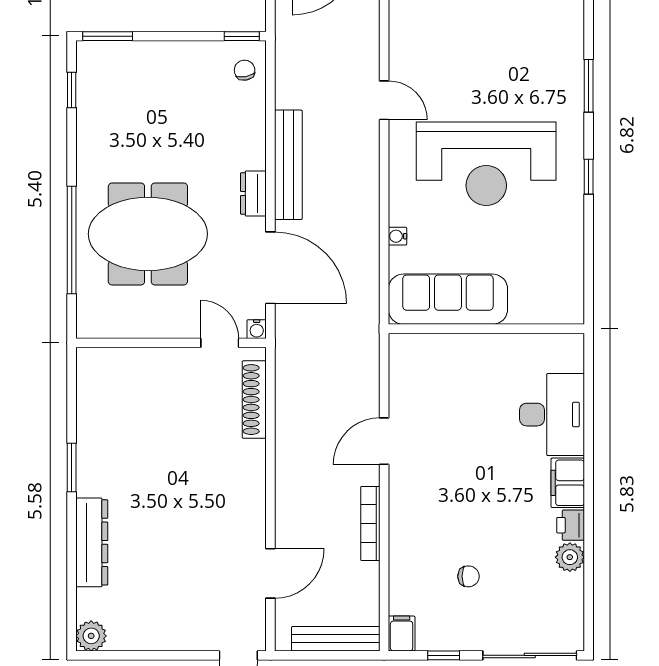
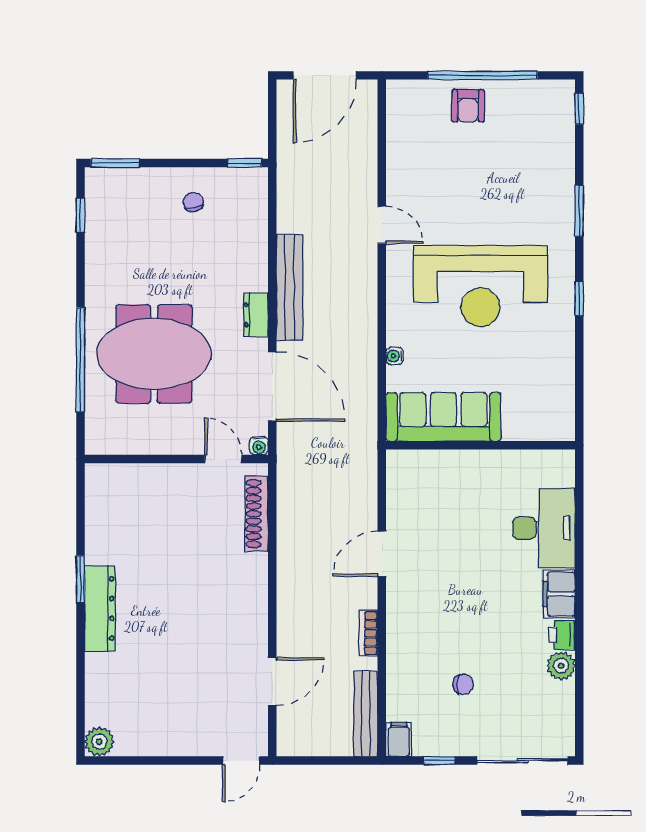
chair: (245, 70) -> (193, 202), moved
bookcase: (370, 523) -> (369, 633), width x0.64
dresser: (92, 542) -> (100, 608), moved
bench: (336, 639) -> (366, 714), moved, turned 90

